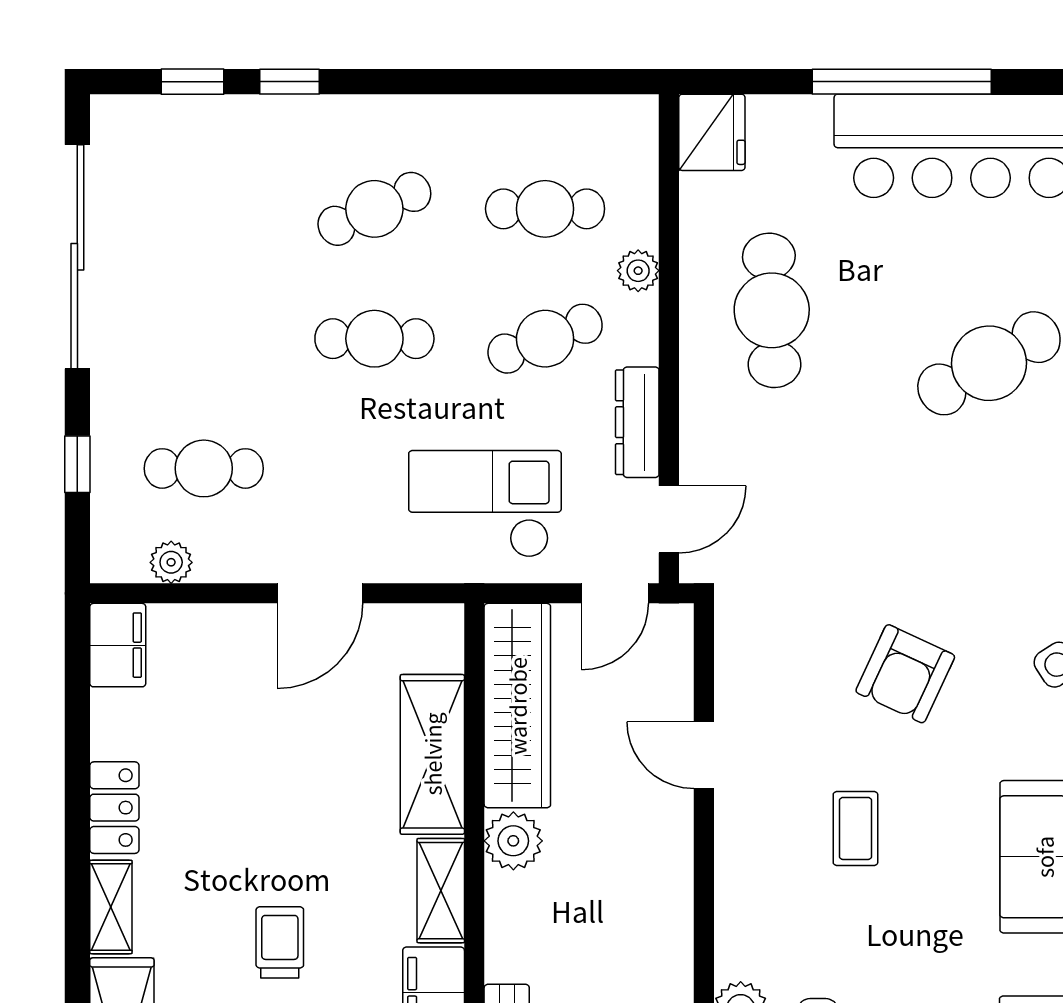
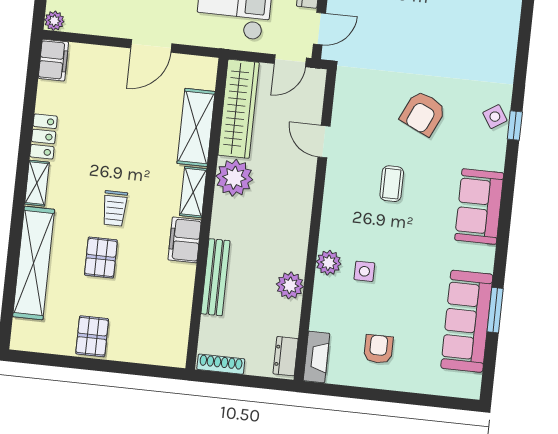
plant: (171, 562) -> (54, 21), moved
plant: (513, 841) -> (234, 178), width x1.36, depth x1.36
trolley: (280, 942) -> (115, 208), turned 180

